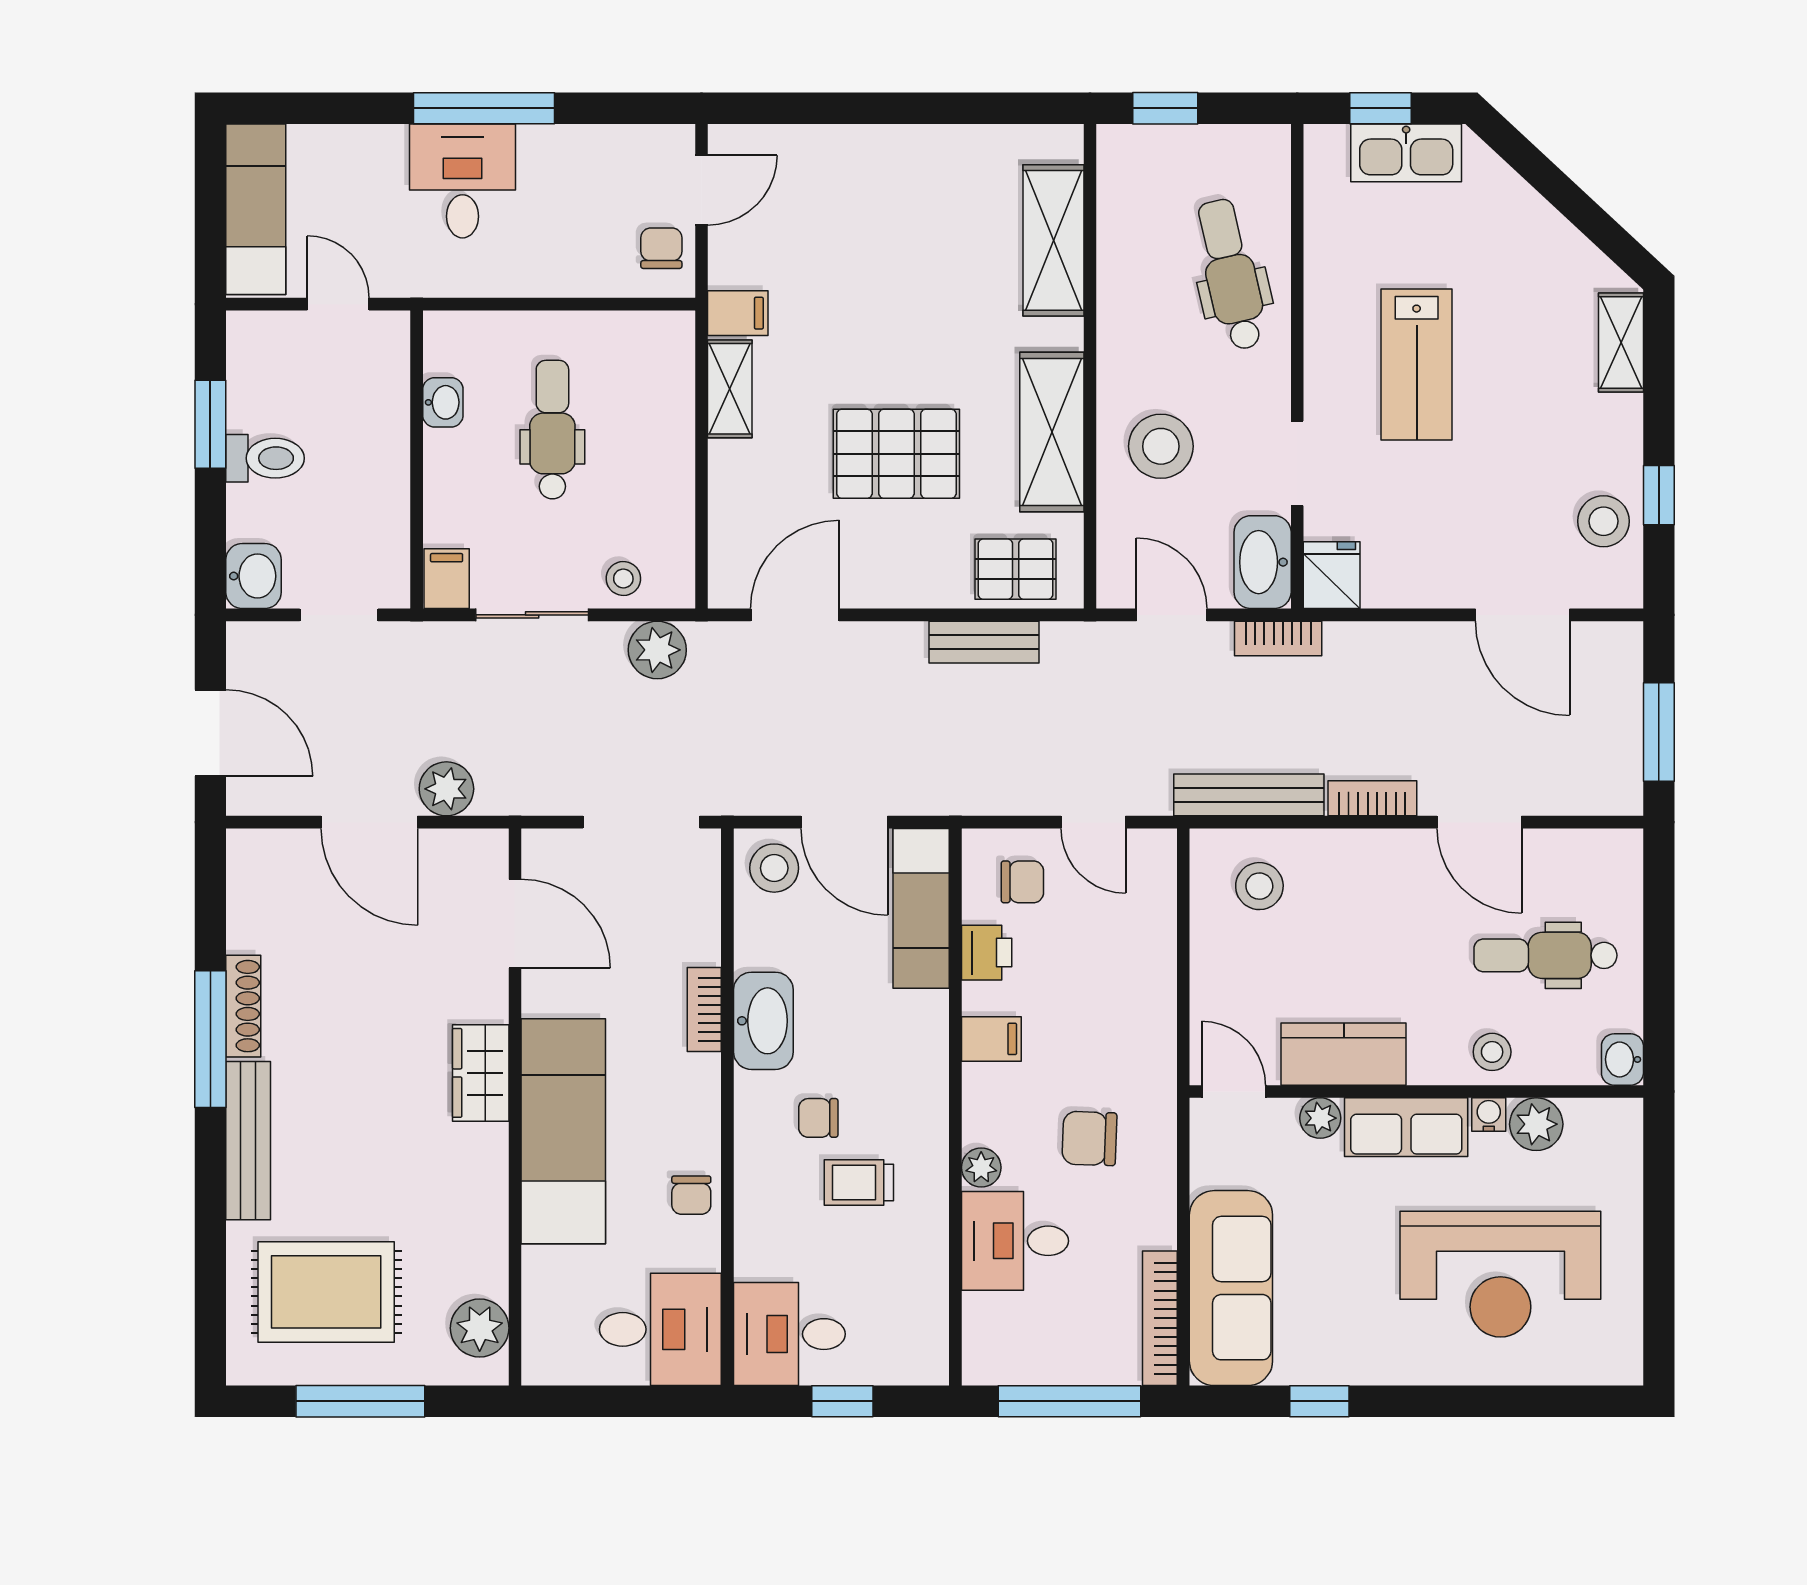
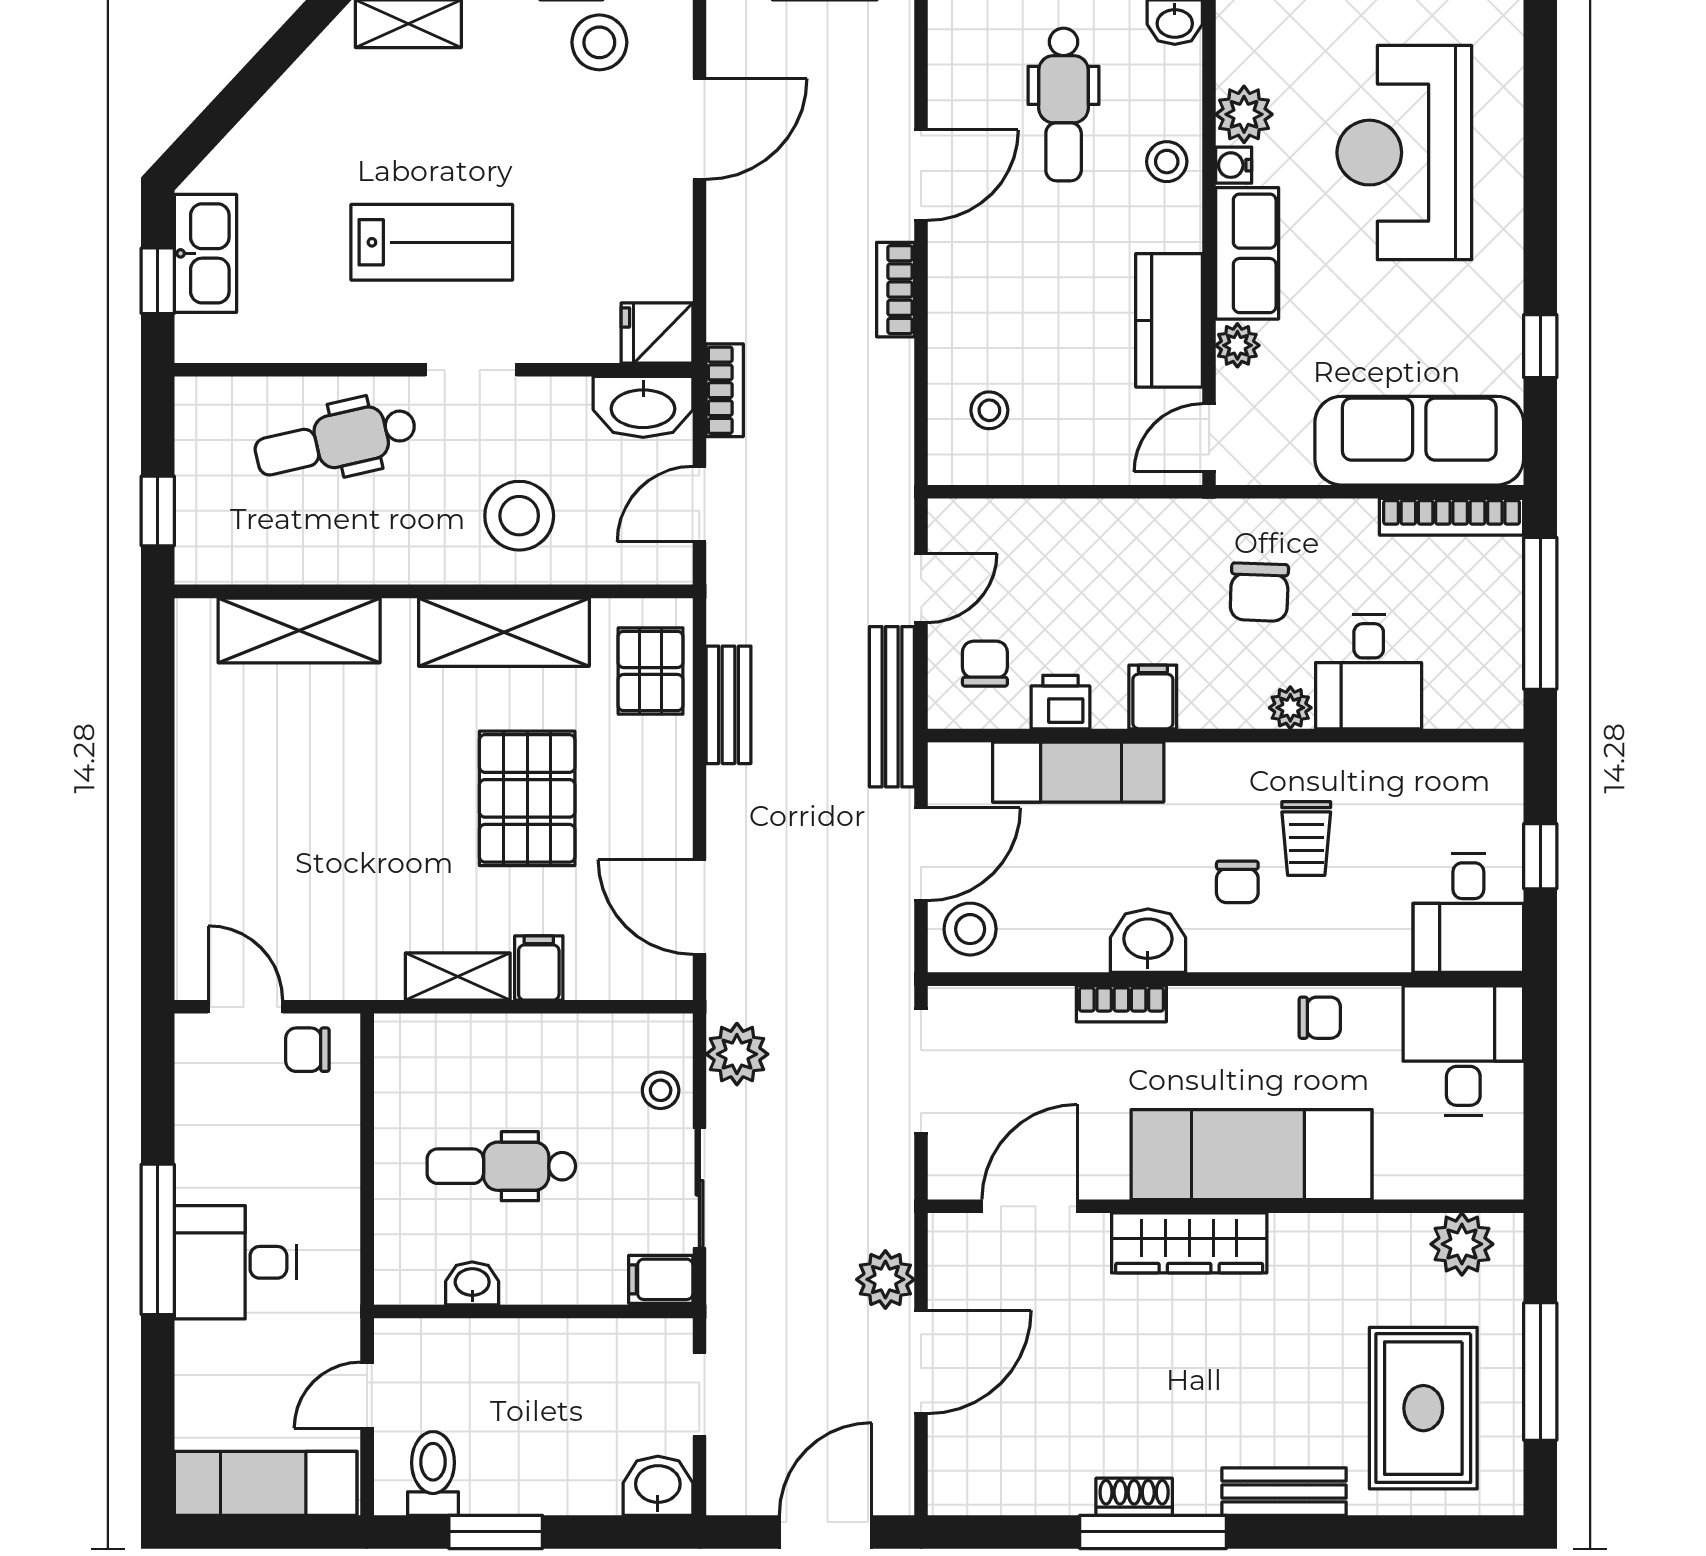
filing cabinet: (738, 313) -> (539, 968), moved
toilet: (265, 458) -> (433, 1473), moved
doorway: (1297, 463) -> (471, 370), moved
bench: (1249, 795) -> (892, 707), moved
stool: (1259, 886) -> (989, 410), width x0.73, depth x0.73
exam couch: (921, 908) -> (1078, 772), moved
shoe rack: (243, 1006) -> (1134, 1497), width x0.70
washbasin: (763, 1021) -> (1148, 941), width x0.72
wardrobe: (481, 1073) -> (1189, 1243), width x1.50
bench: (248, 1141) -> (1284, 1492), width x0.73
reception desk: (1500, 1274) -> (1404, 153), turned 180

